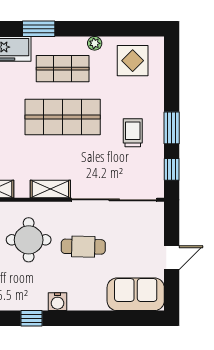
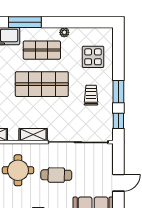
window: (39, 29) -> (25, 22), width x1.44
display table: (133, 61) -> (93, 57), moved

